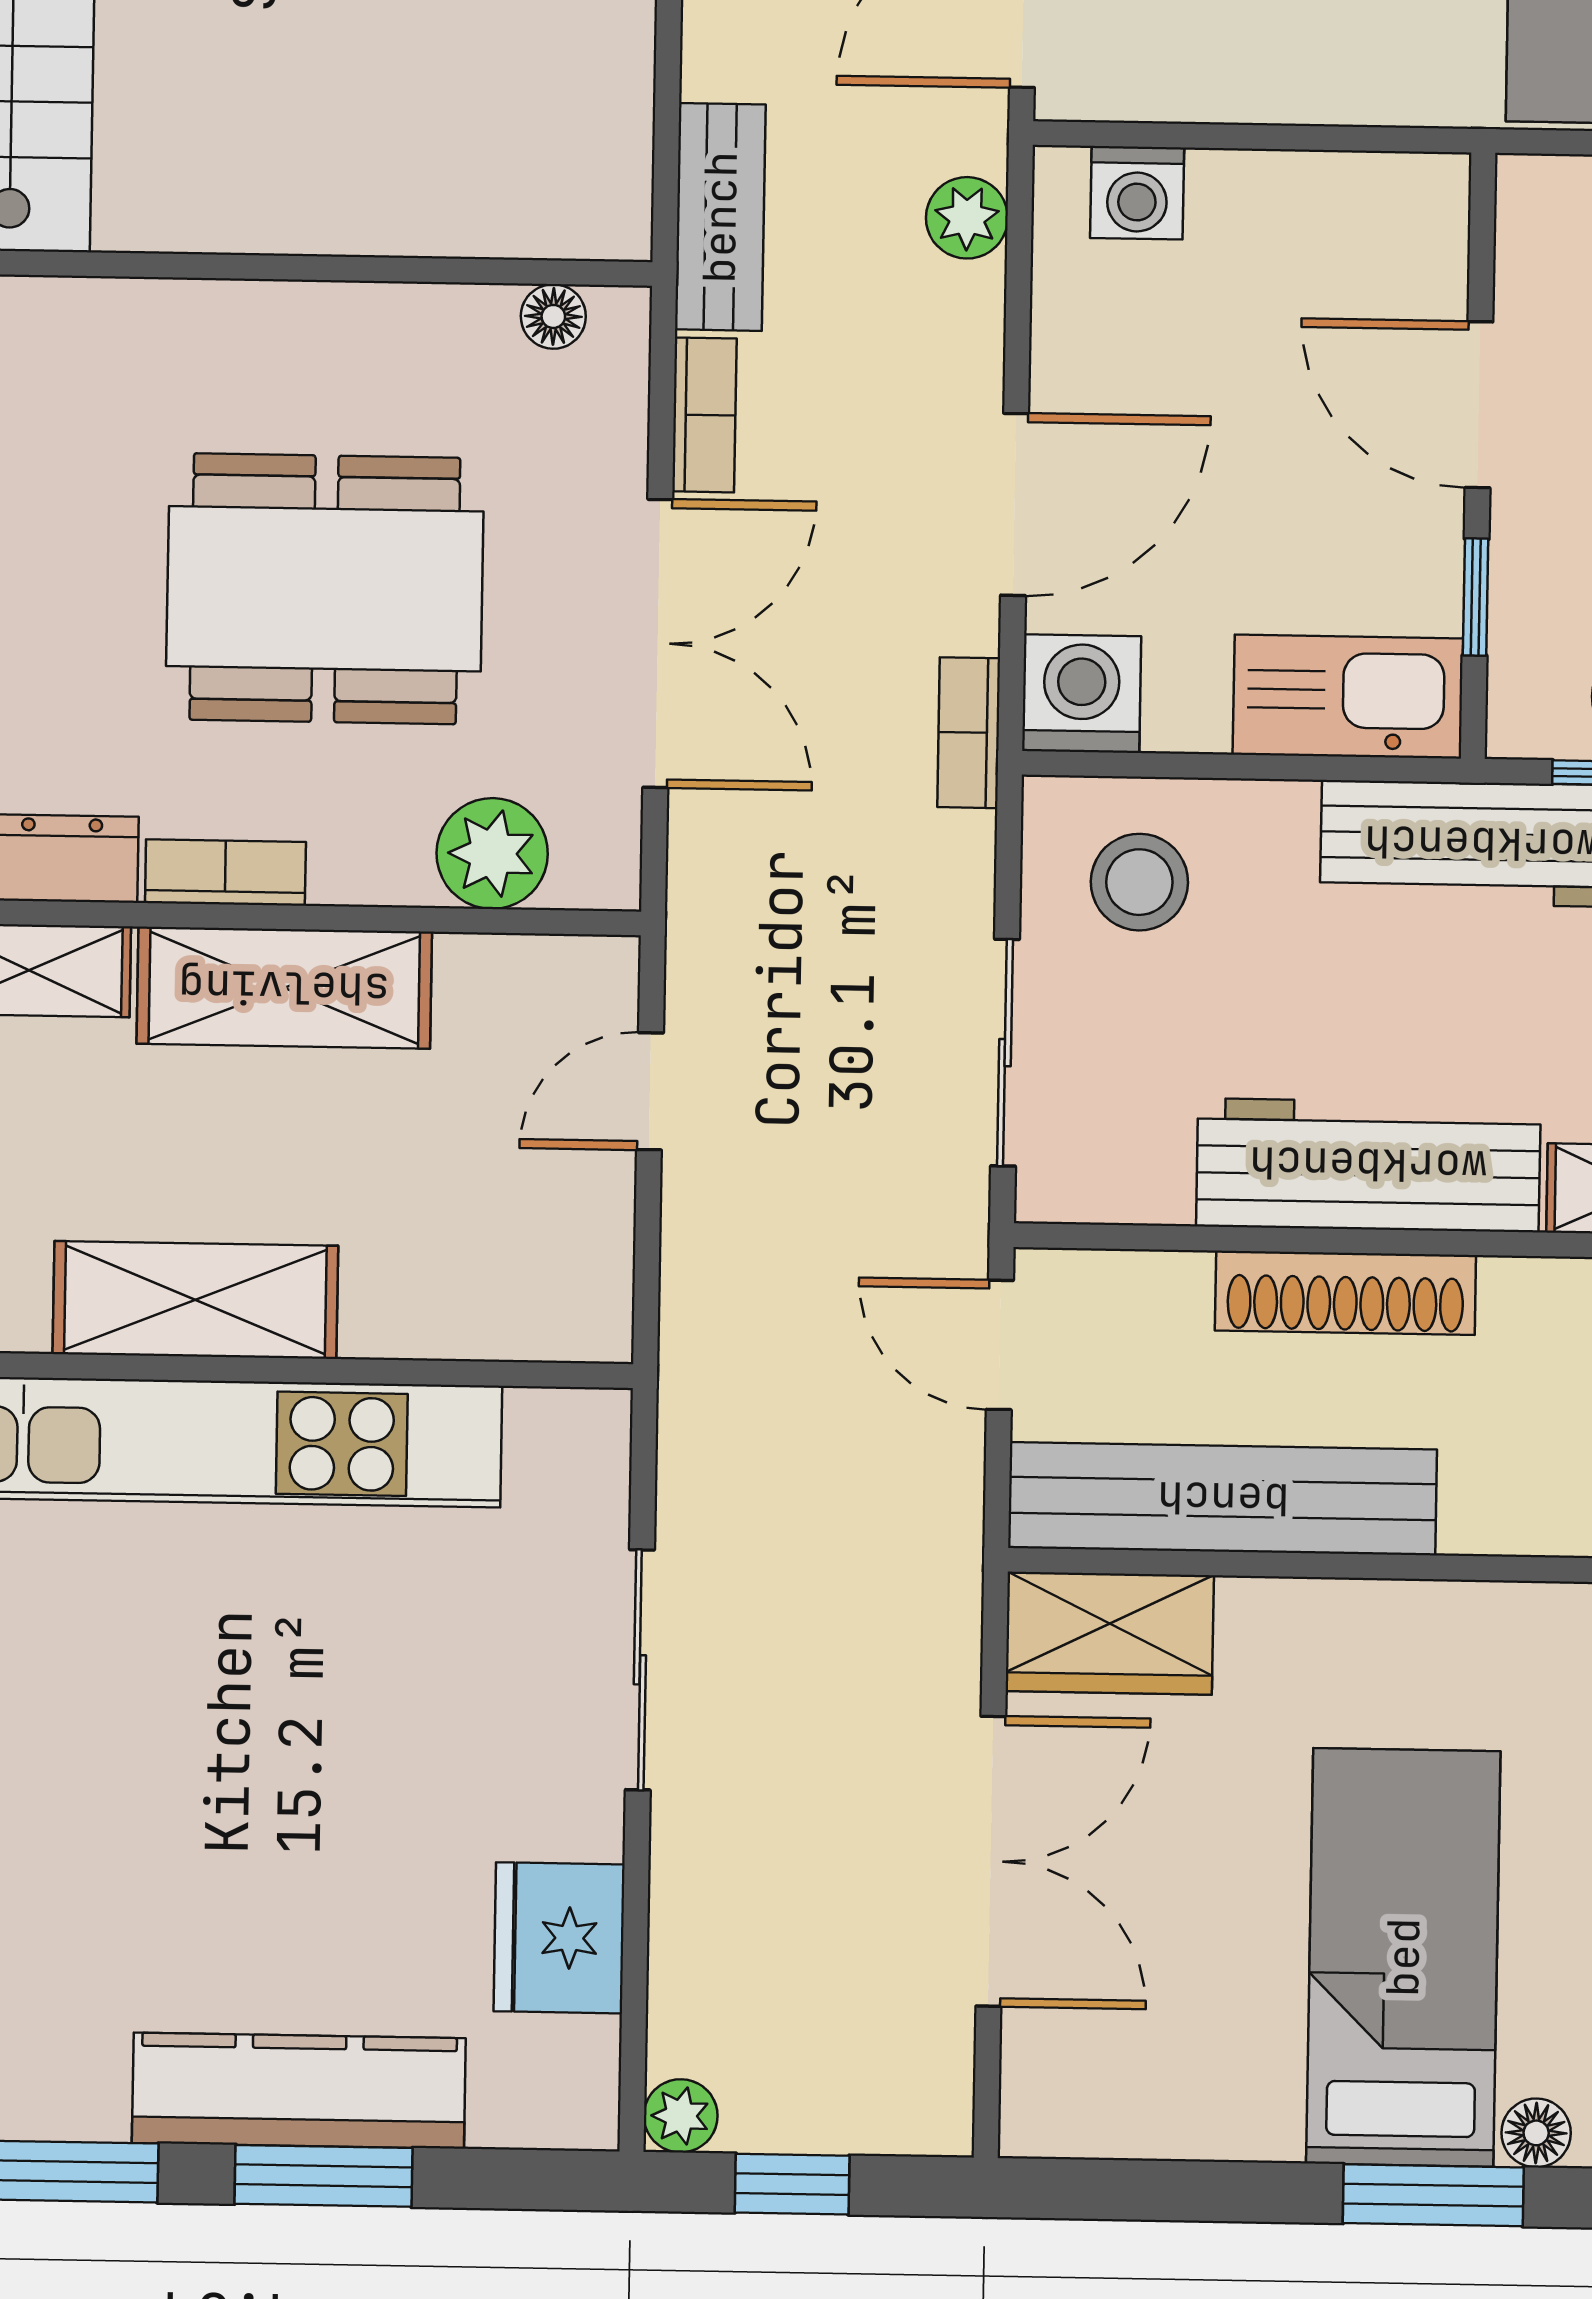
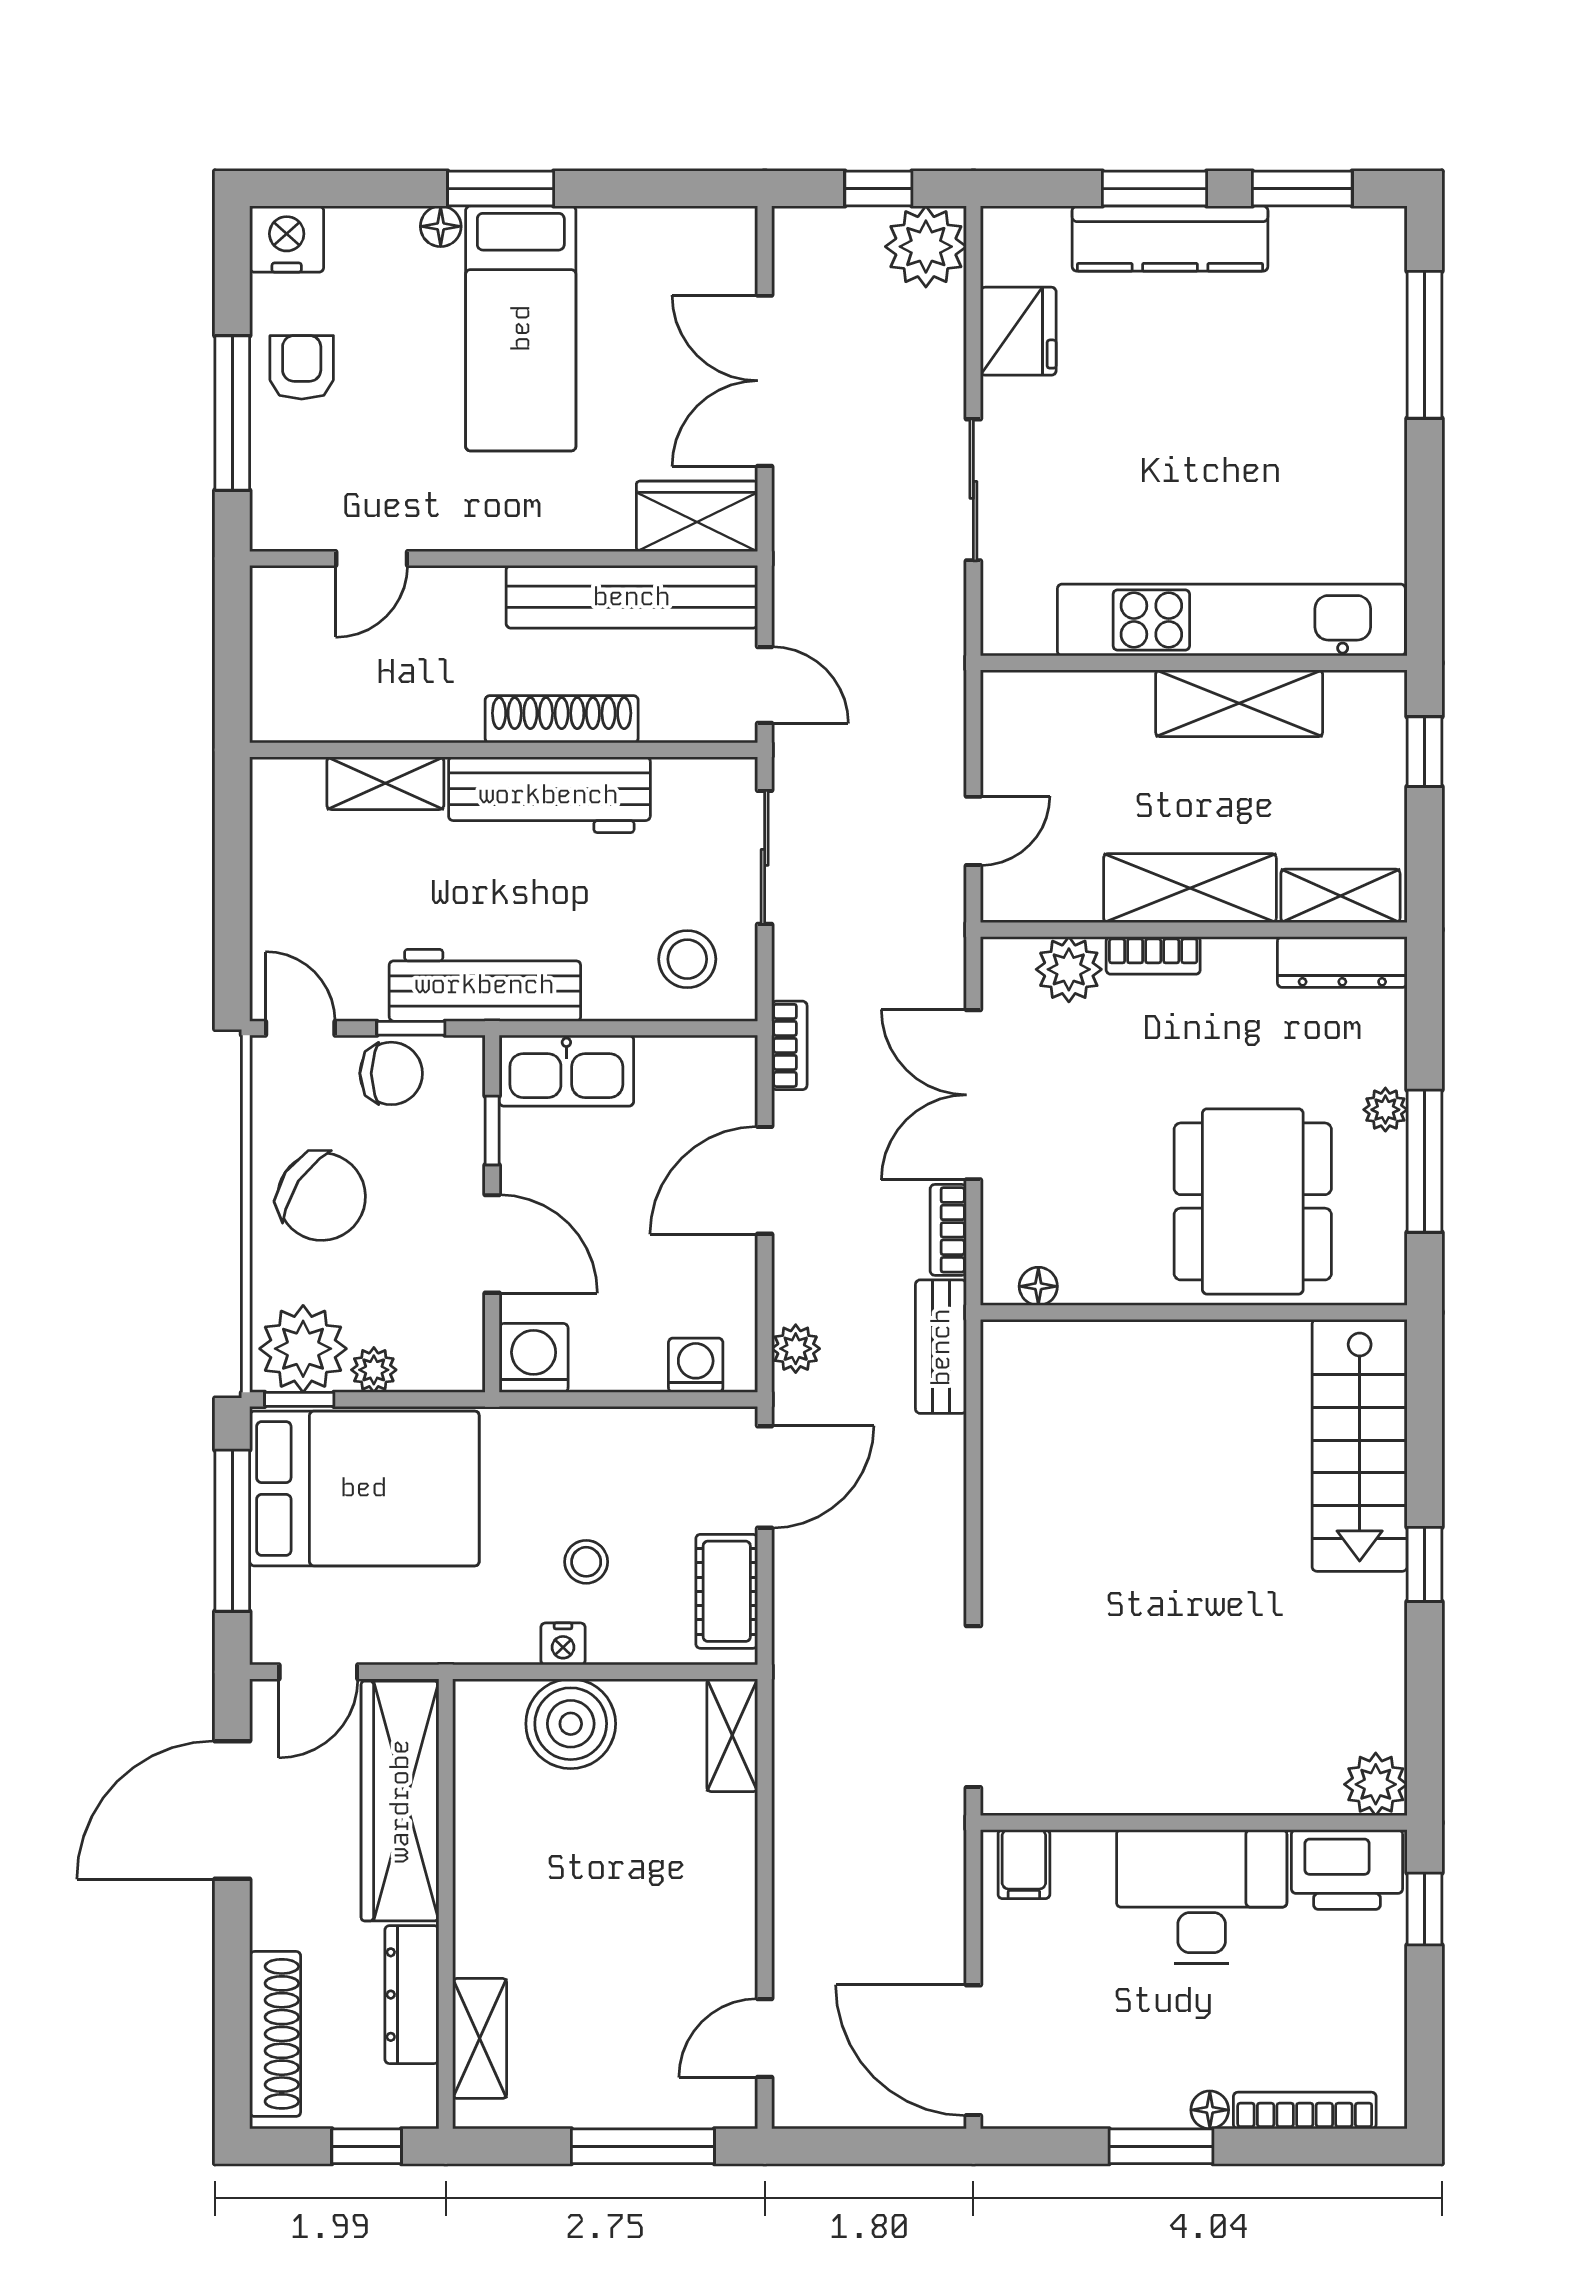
dining table: (325, 589) -> (1253, 1201), moved, turned 90
washing machine: (1082, 694) -> (534, 1358), moved, turned 180
bookcase: (225, 872) -> (1153, 955), moved
plant: (681, 2116) -> (926, 247), width x1.87, depth x1.87

